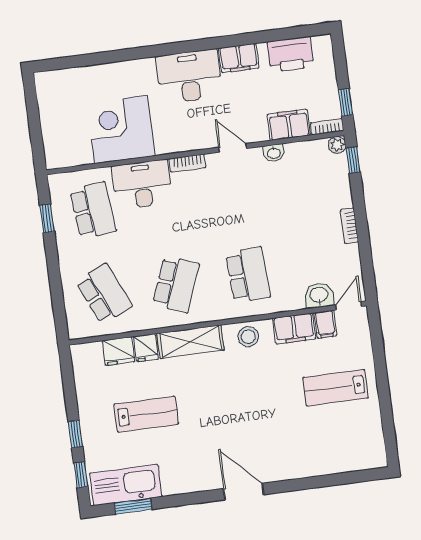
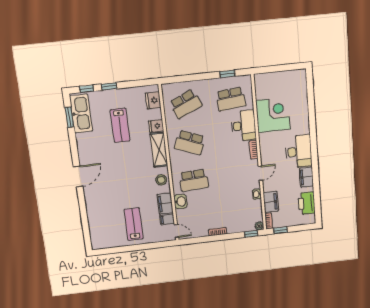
washbasin: (319, 295) -> (180, 201), moved
fridge: (119, 351) -> (153, 100), moved

